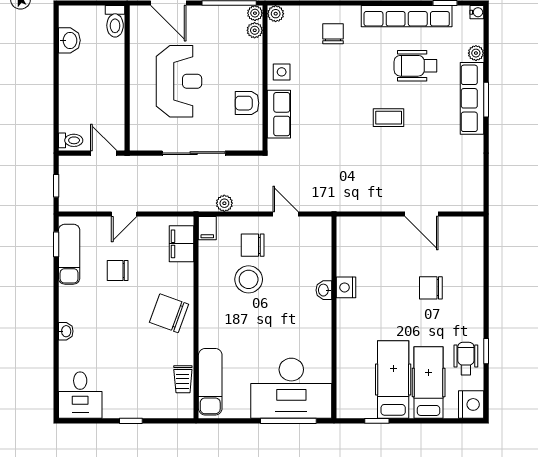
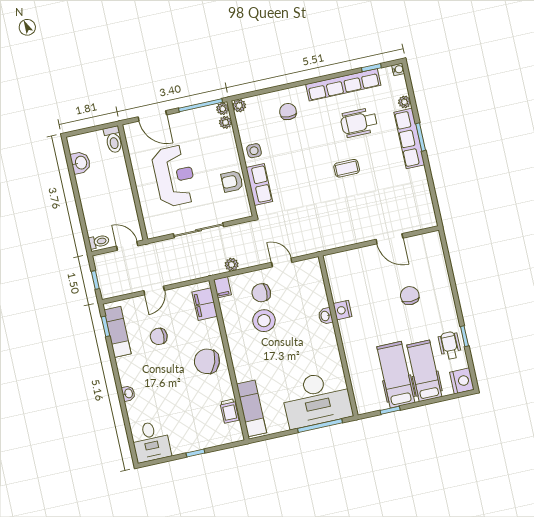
chair: (431, 288) -> (410, 296), turned 90

